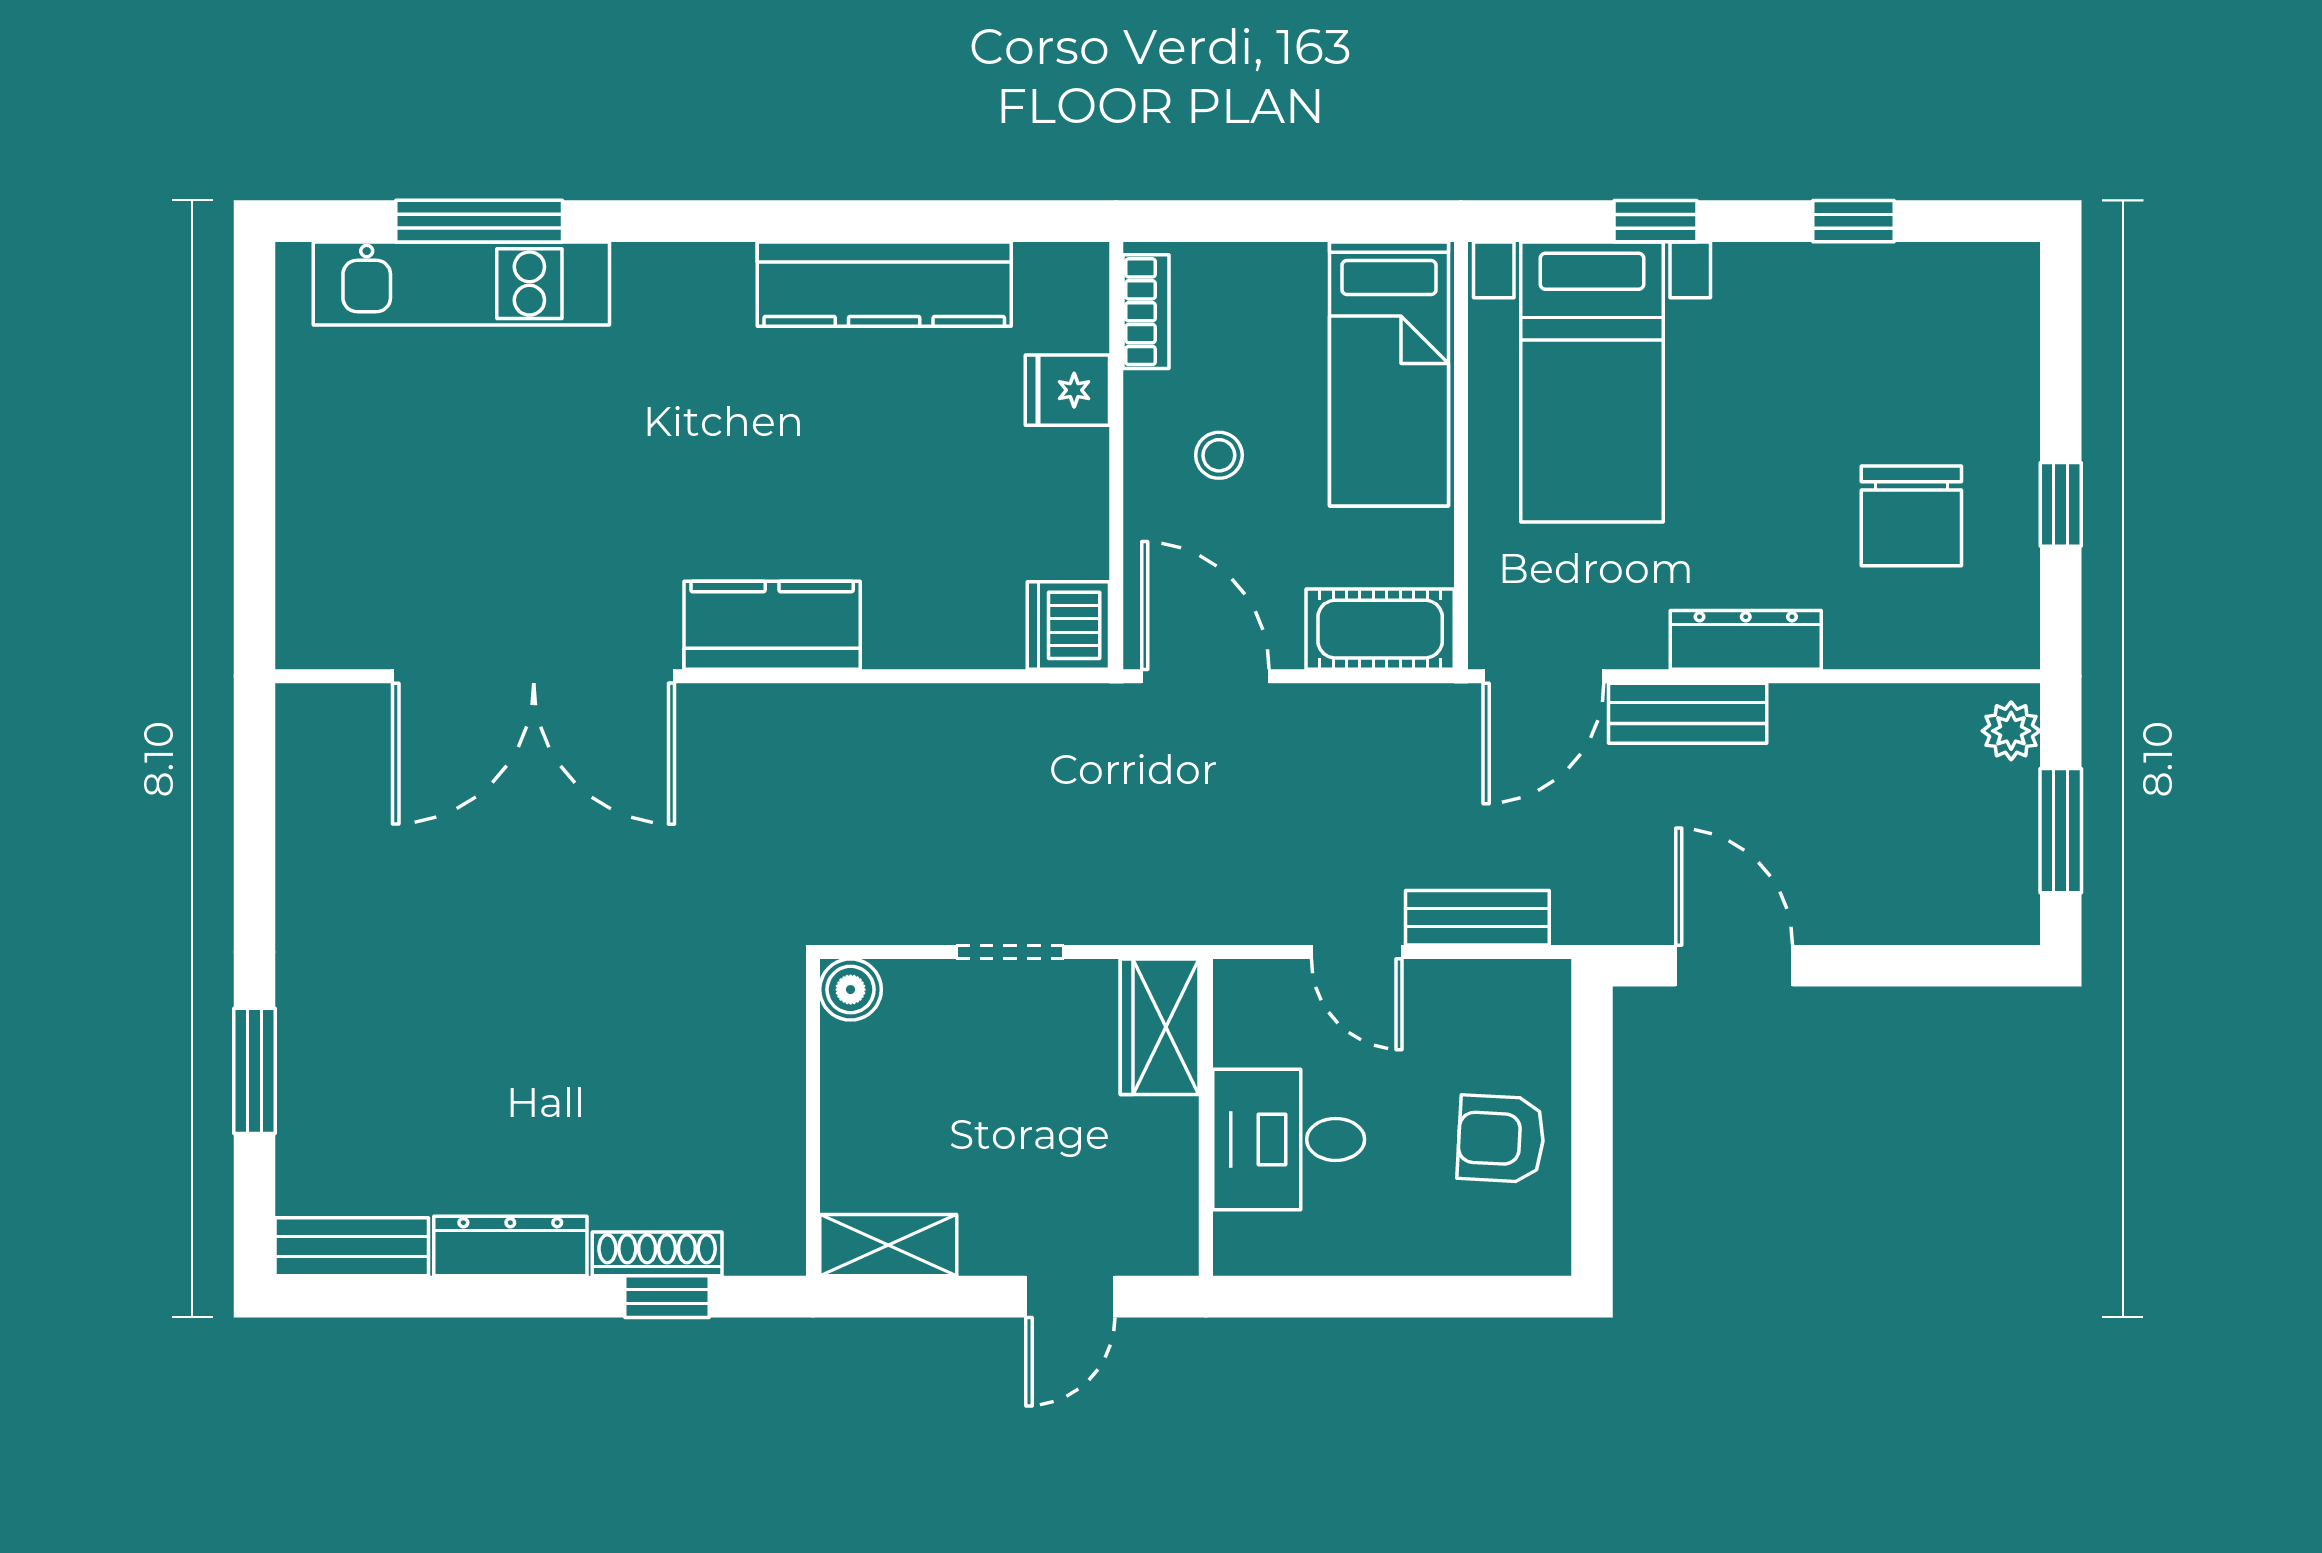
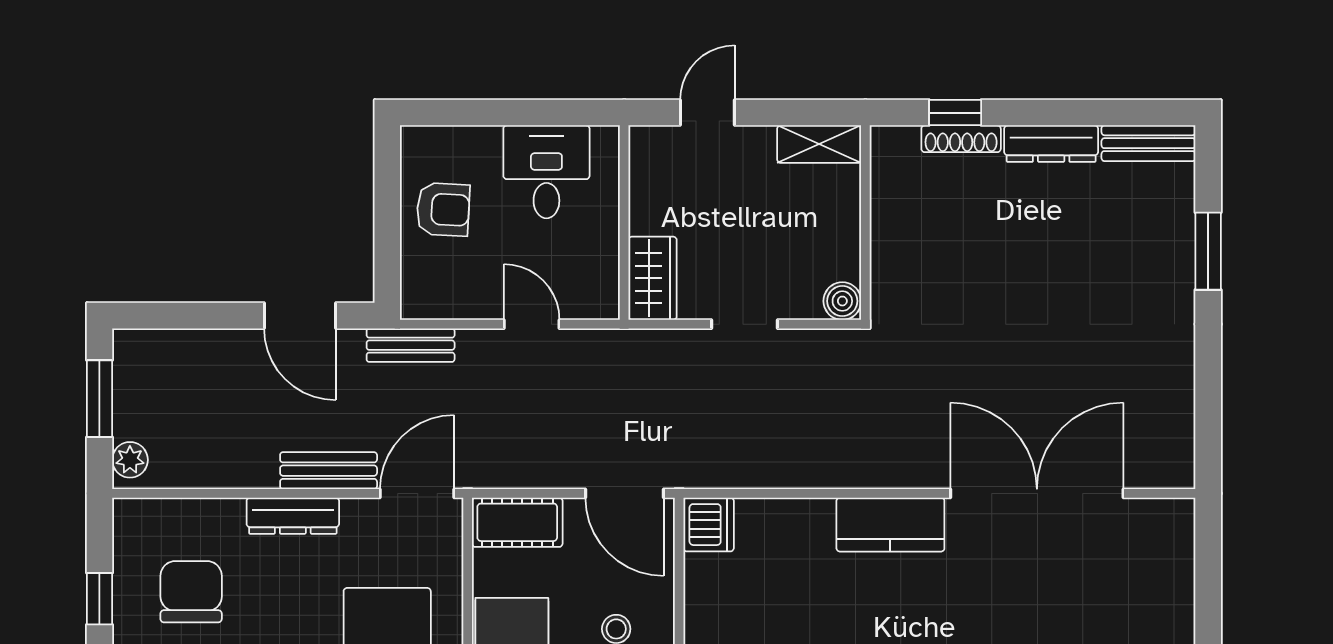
bench: (1477, 918) -> (411, 345), moved
desk: (1289, 1139) -> (546, 172), moved, turned -90

